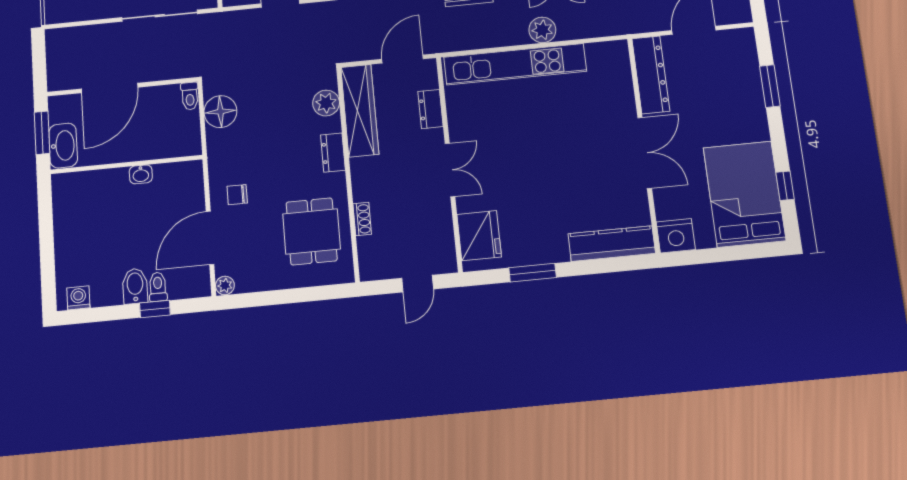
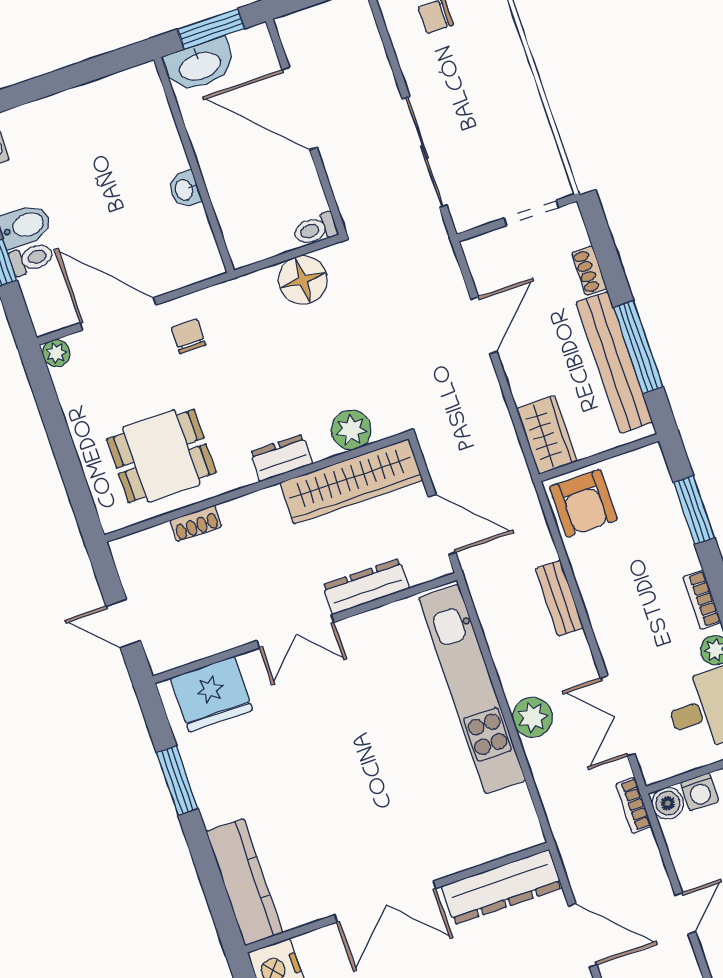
dresser: (431, 109) -> (366, 587), width x1.44

